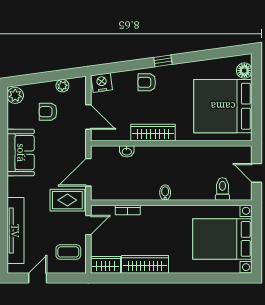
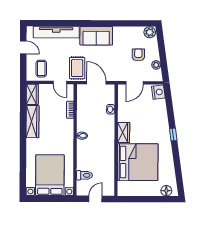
armchair: (147, 82) -> (158, 123), removed
bed: (223, 106) -> (138, 162), moved, turned 90
wardrobe: (153, 133) -> (124, 133), width x0.67
sofa: (21, 153) -> (96, 36), moved

